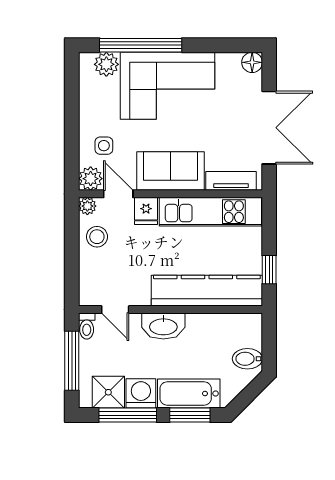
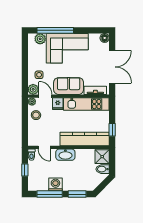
window: (72, 361) -> (25, 170), width x0.46
shower: (108, 392) -> (102, 157), moved
bathtub: (189, 393) -> (77, 184), removed

